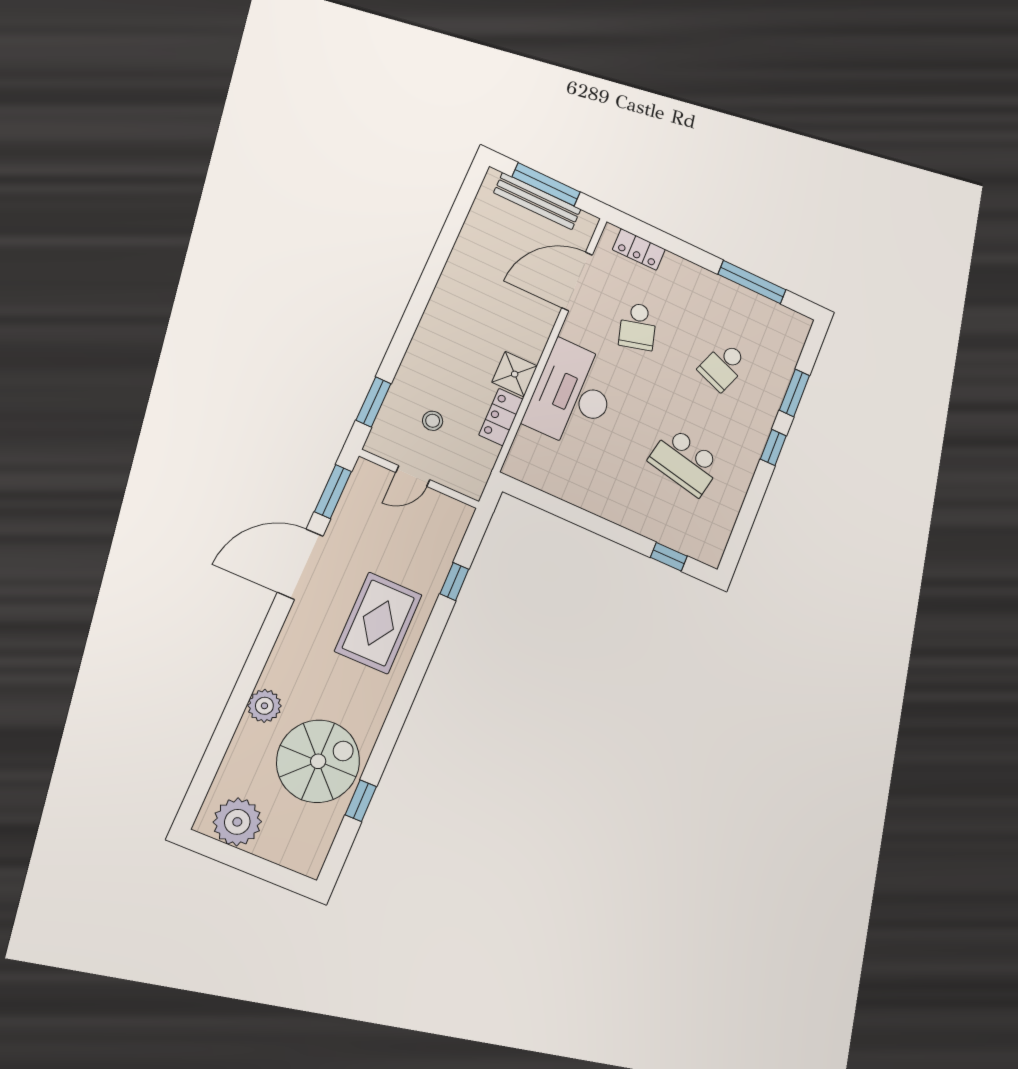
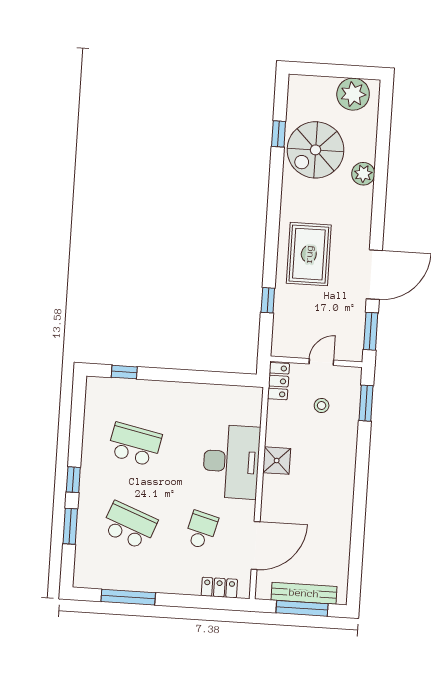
school desk: (638, 326) -> (201, 530), turned 30
school desk: (723, 366) -> (129, 525), width x1.85
locker: (501, 417) -> (278, 381), moved

